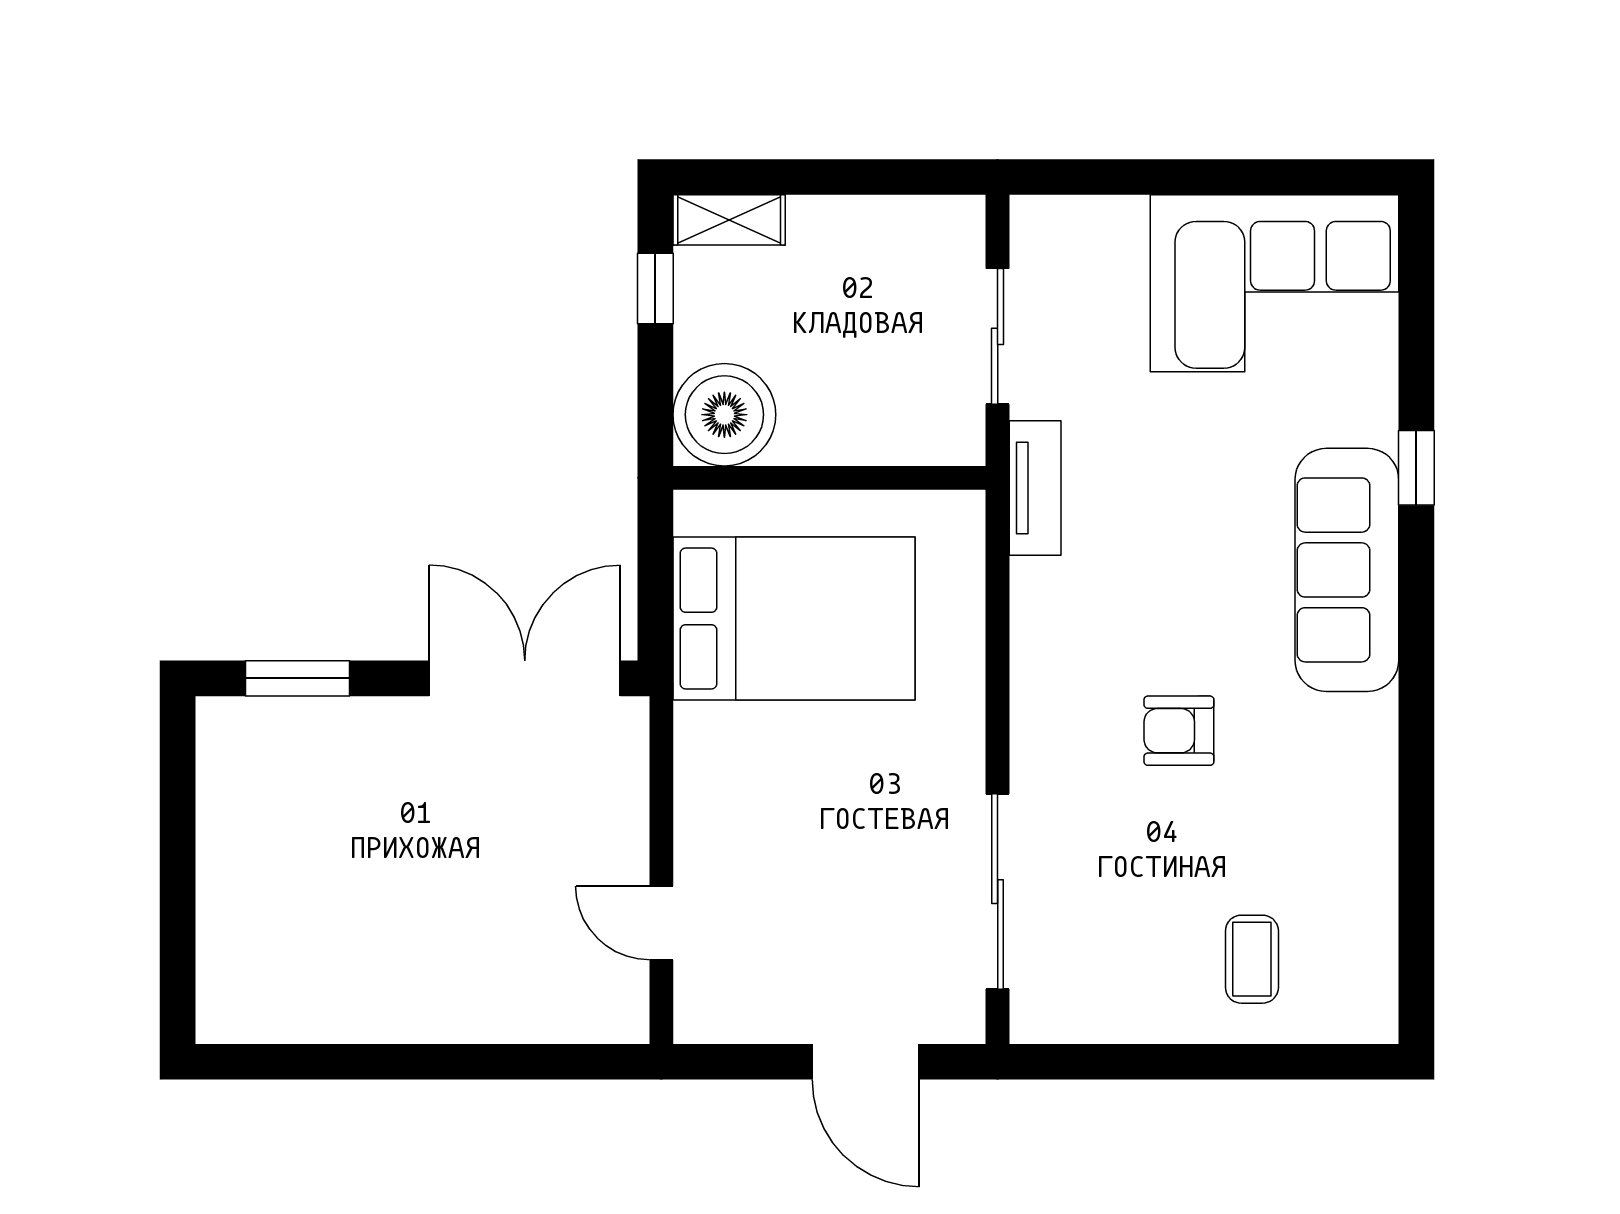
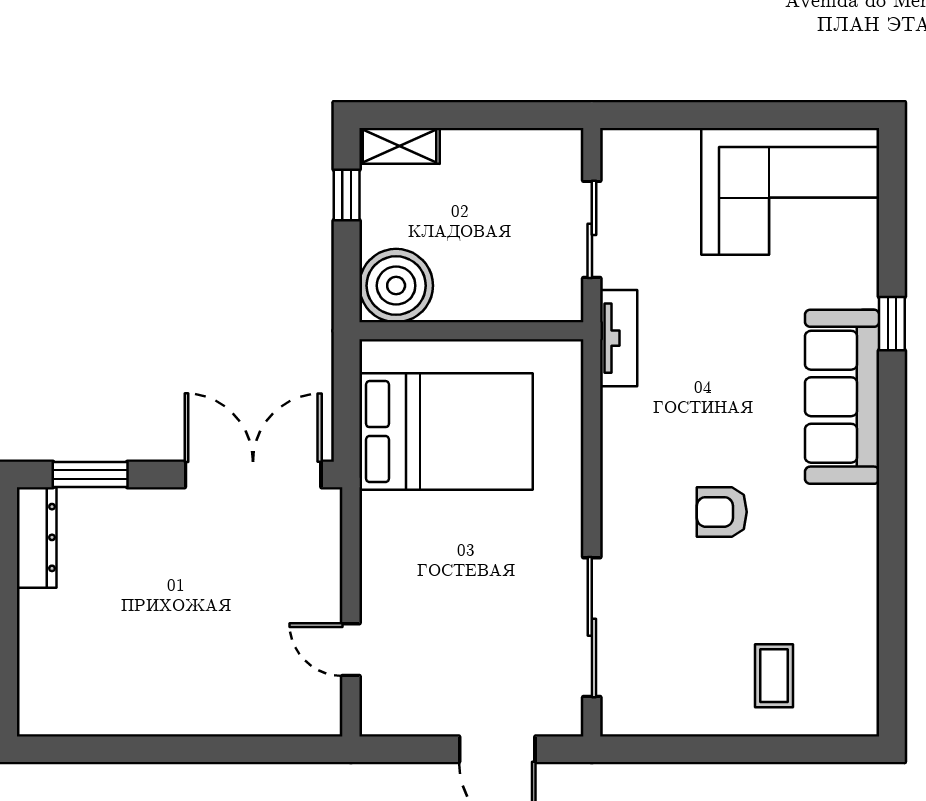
dresser: (223, 766) -> (37, 537), added

